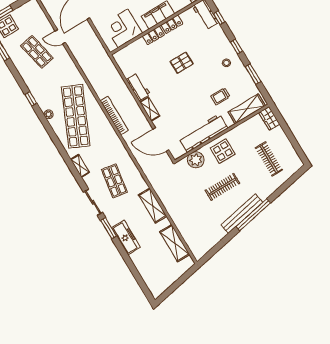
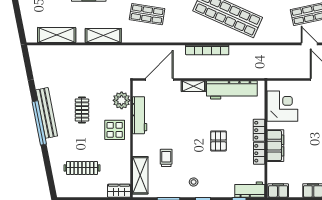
door: (60, 37) -> (309, 44), hinge flipped
workbench: (138, 87) -> (232, 90), width x1.88, depth x1.32
workbench: (203, 133) -> (140, 115), width x0.73, depth x0.76
clothes rail: (222, 187) -> (82, 110), width x0.73

